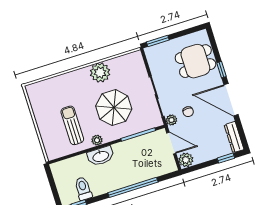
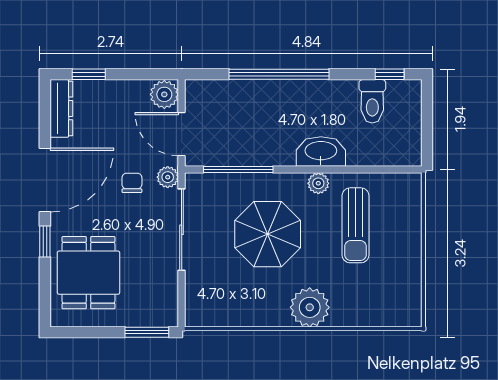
dining table: (195, 61) -> (88, 273), turned 90
plant: (100, 73) -> (310, 307), moved
door: (231, 100) -> (45, 180), hinge flipped

